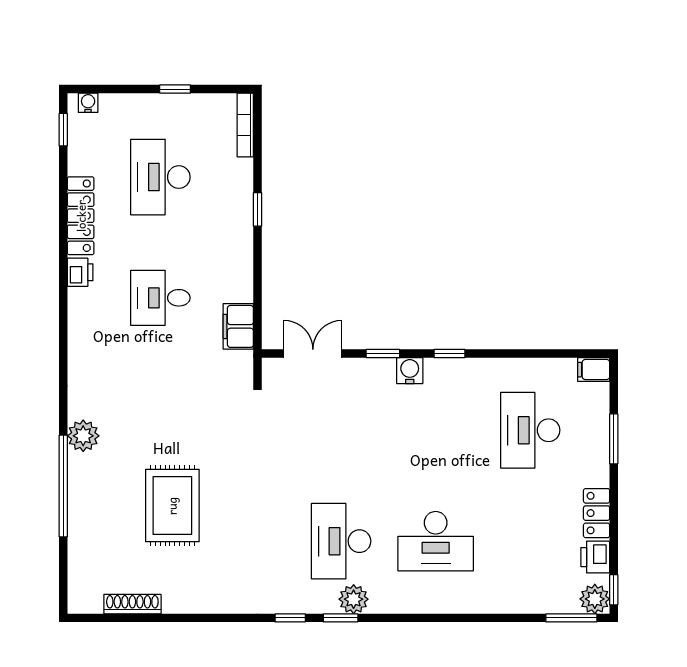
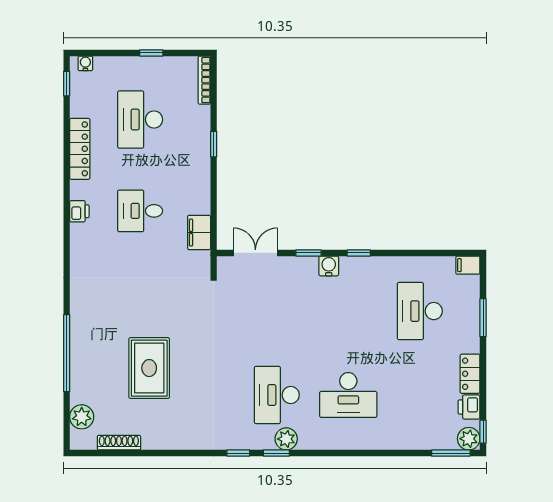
printer: (80, 272) -> (79, 211), moved
plant: (83, 436) -> (82, 417), moved

